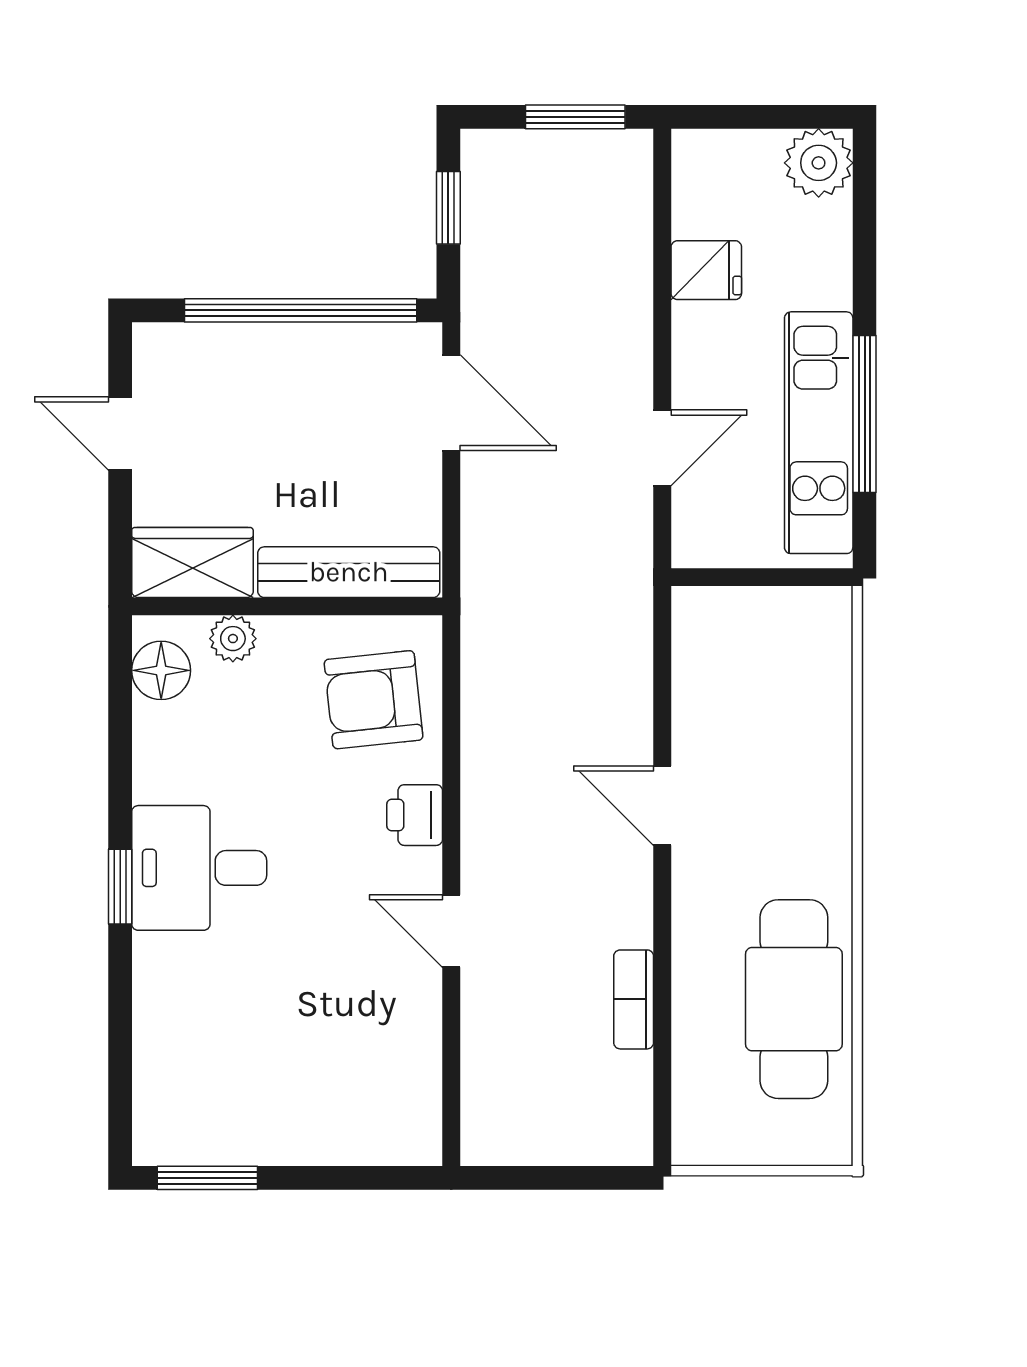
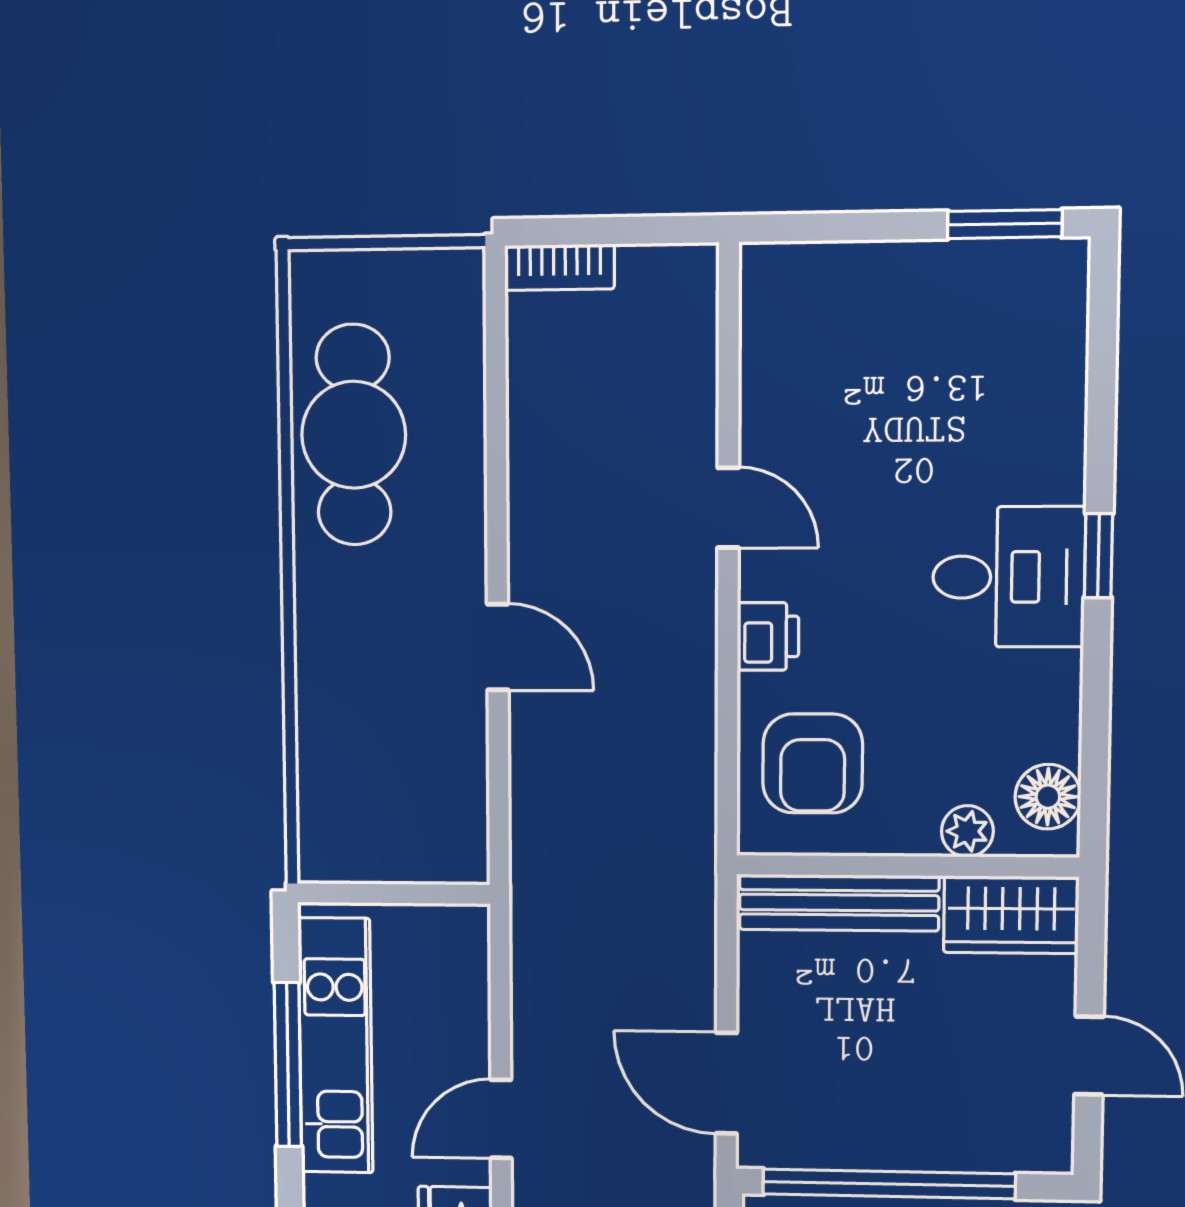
door: (662, 448) -> (501, 1119), moved
armchair: (374, 700) -> (813, 763), turned 96
bookcase: (634, 999) -> (559, 267), moved, turned 90

